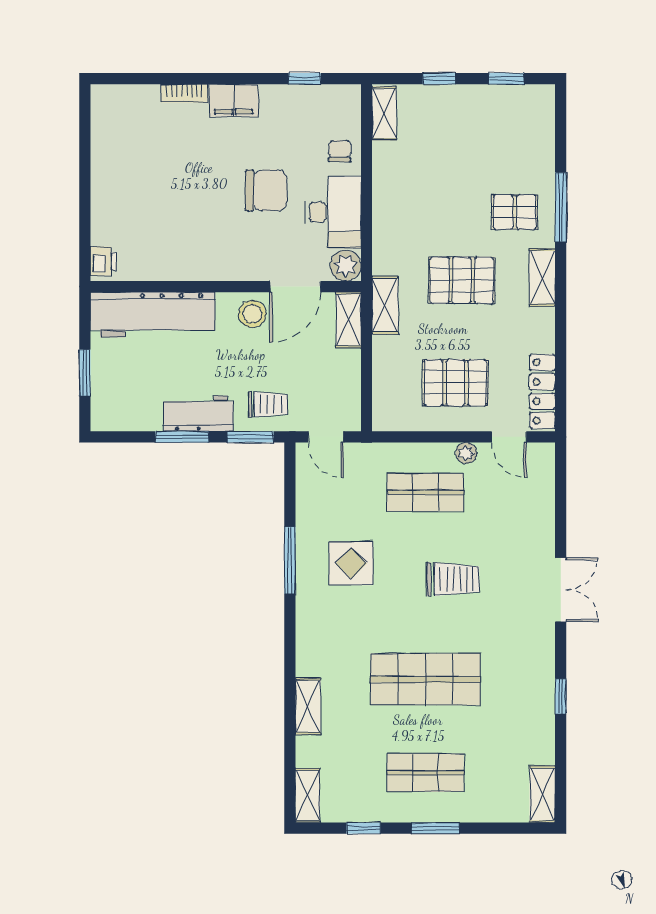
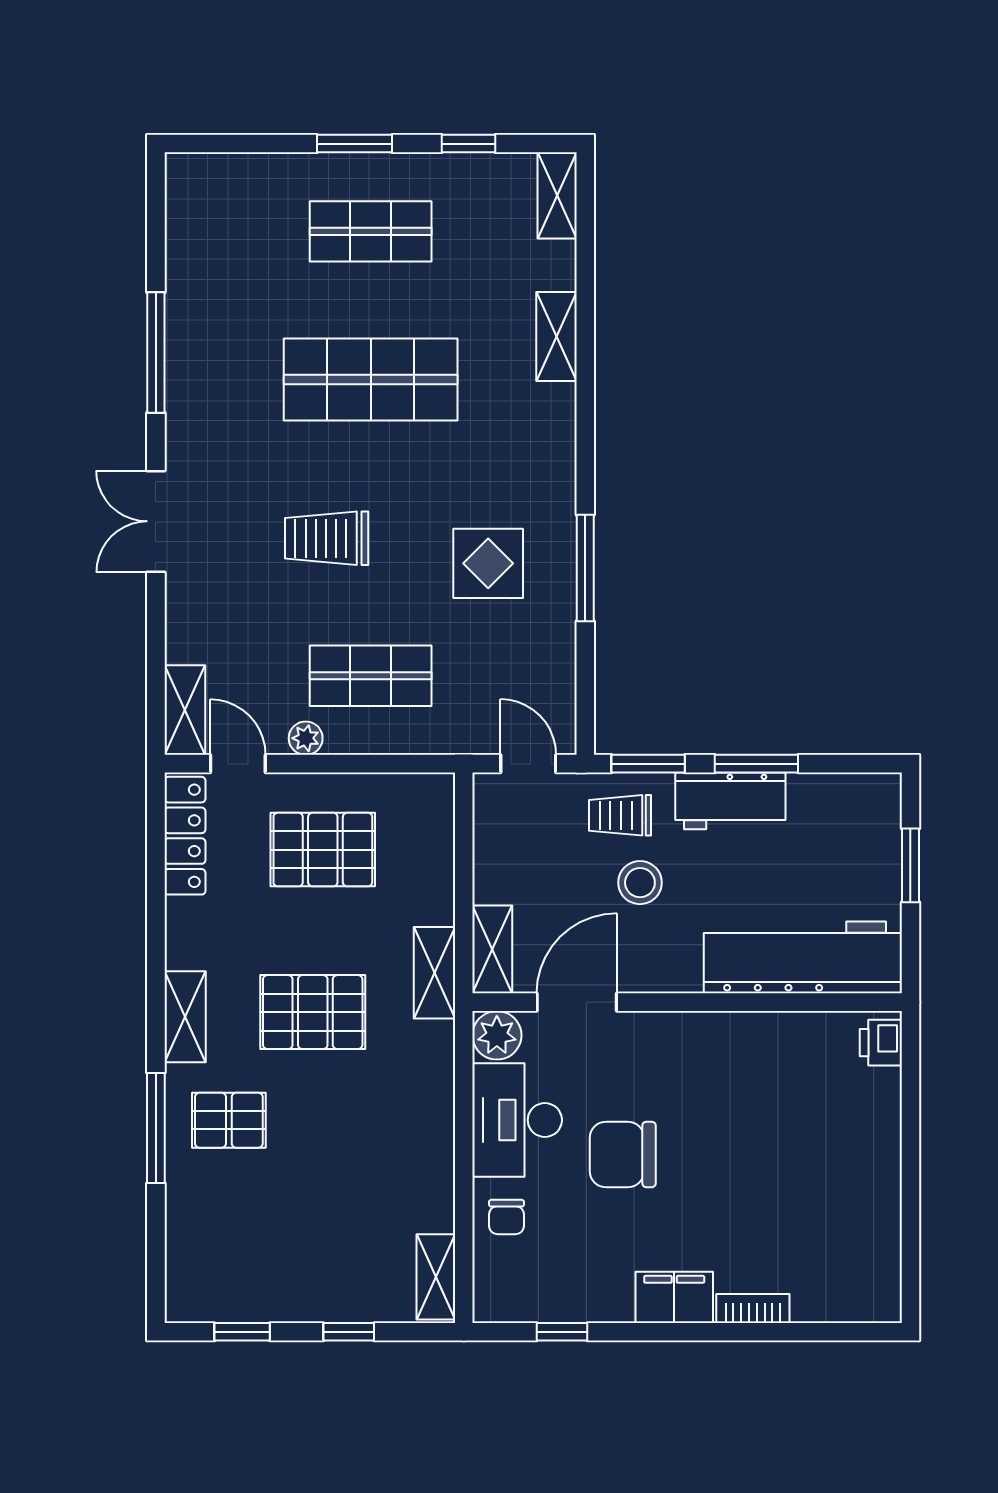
stool: (252, 314) -> (640, 883), moved
window: (561, 696) -> (156, 352), width x2.17
shelving: (542, 794) -> (185, 710), moved

